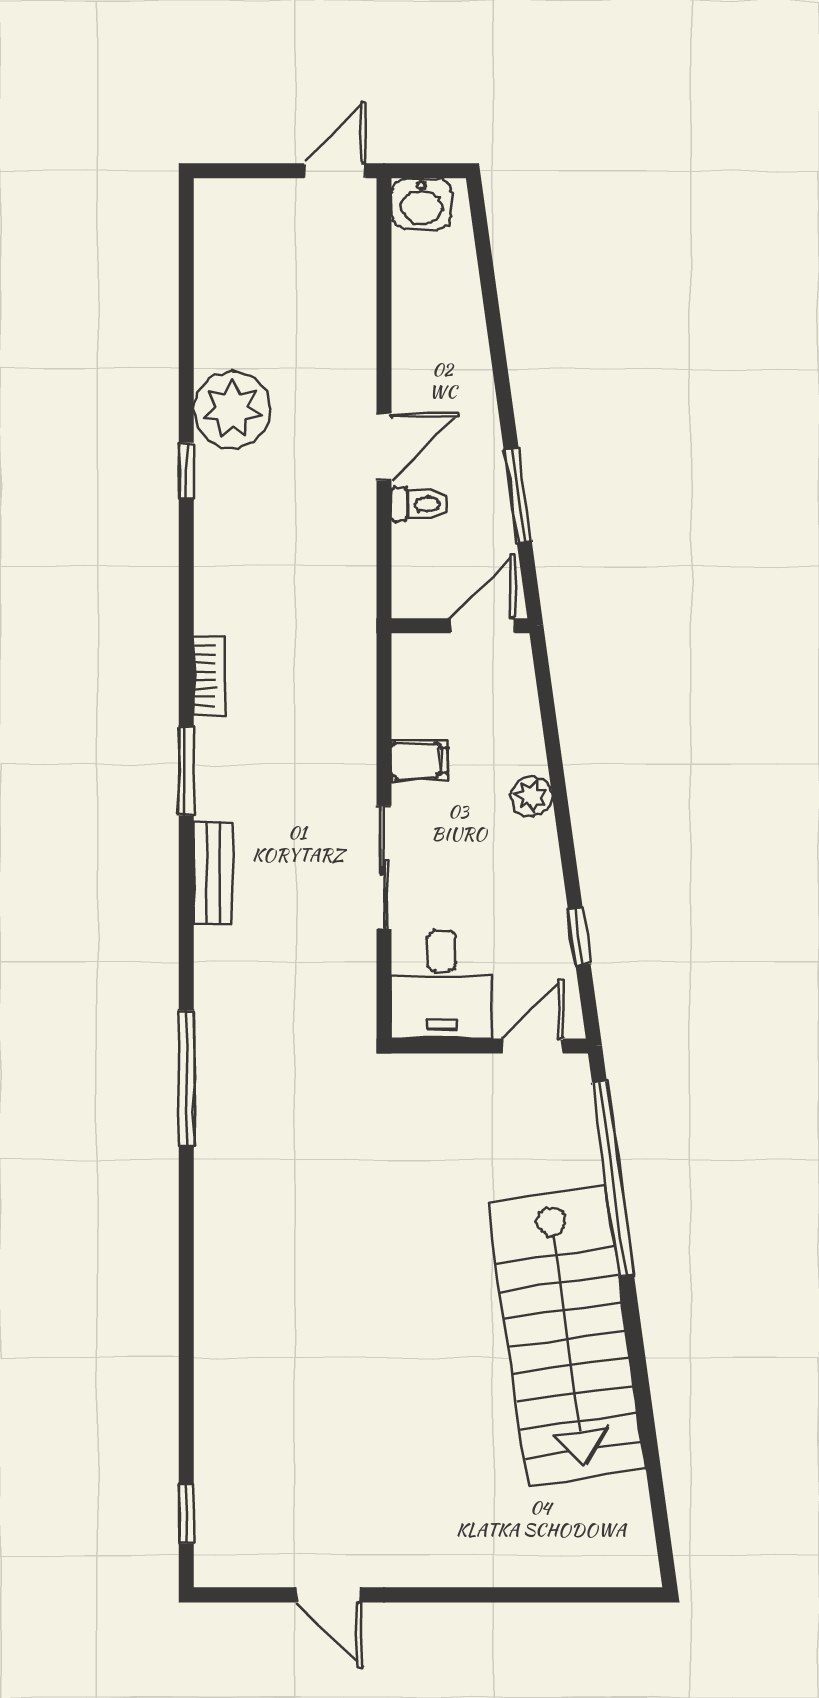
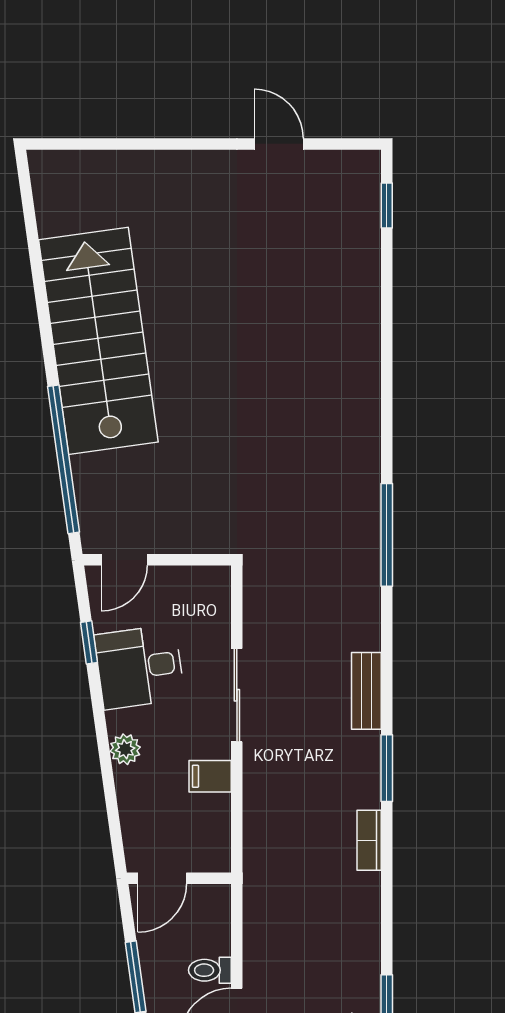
desk: (442, 985) -> (139, 667), moved, turned -98

